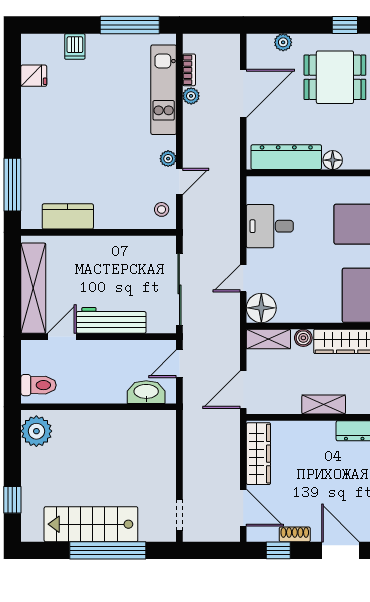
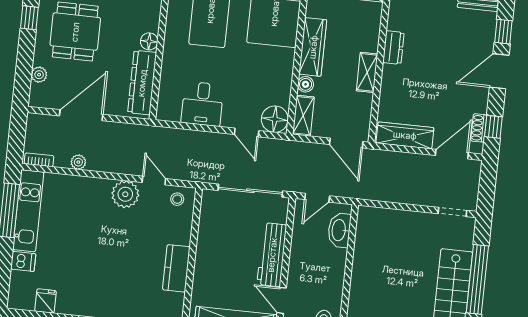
bookcase: (189, 70) -> (39, 160), moved
kitchen unit: (164, 90) -> (28, 211), moved, turned -90
door: (243, 93) -> (81, 115), hinge flipped
plant: (168, 159) -> (125, 194), width x1.88, depth x1.88
kitchen counter: (68, 216) -> (176, 268), moved
door: (179, 364) -> (317, 198), hinge flipped
shoe rack: (295, 534) -> (479, 128), moved

